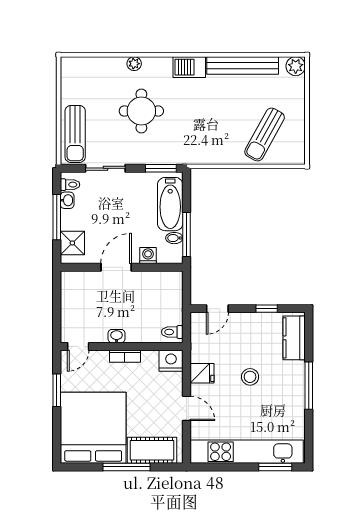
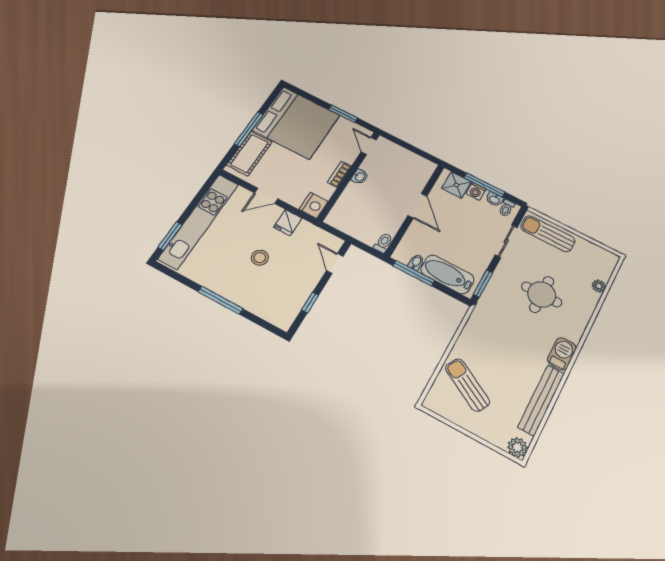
plant: (134, 64) -> (599, 286), moved
washing machine: (148, 256) -> (476, 191), moved, turned 90
toilet: (172, 332) -> (383, 243), moved
kitchen counter: (294, 338) -> (270, 311), removed

